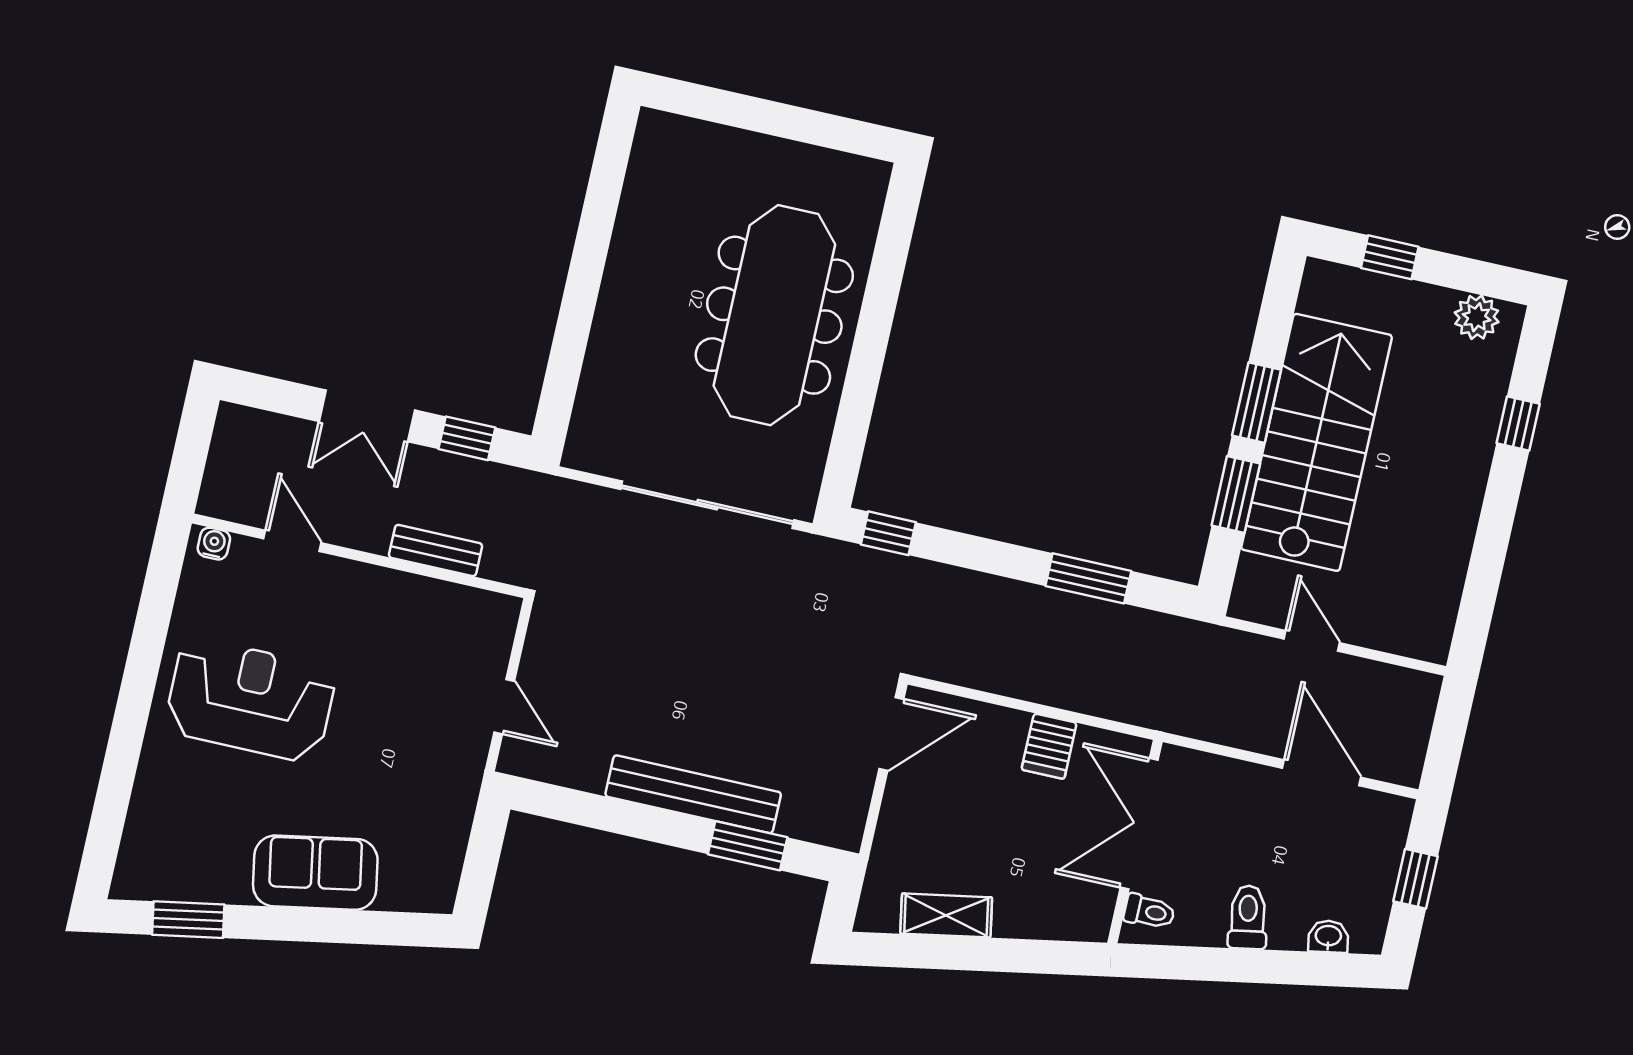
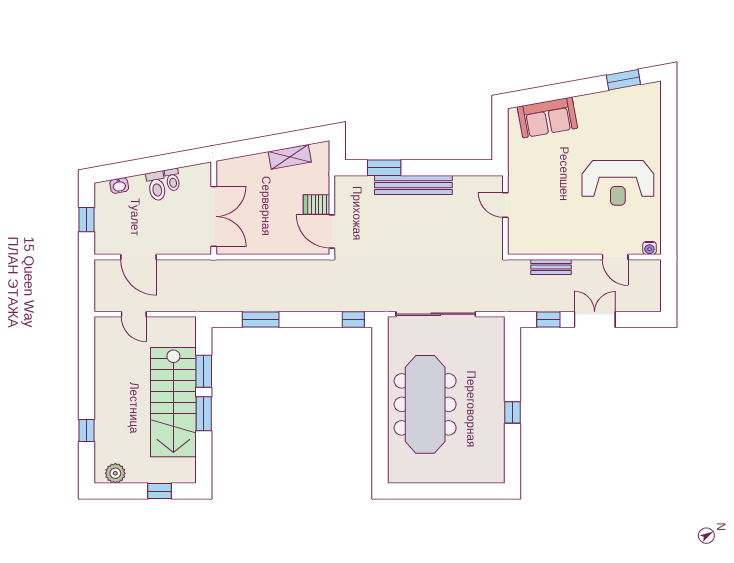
window: (589, 255) -> (513, 412), added
door: (1312, 641) -> (134, 314), moved
door: (891, 734) -> (332, 231), hinge flipped
server rack: (1049, 746) -> (317, 204), moved, turned -90
sofa: (315, 873) -> (547, 117), moved
toilet: (1149, 912) -> (173, 180), moved, turned -100

